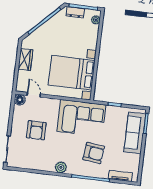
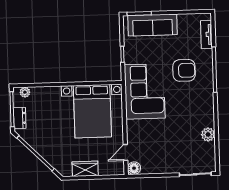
armchair: (36, 130) -> (167, 143), removed
armchair: (94, 153) -> (184, 70), turned 83
plant: (61, 167) -> (208, 134), moved

